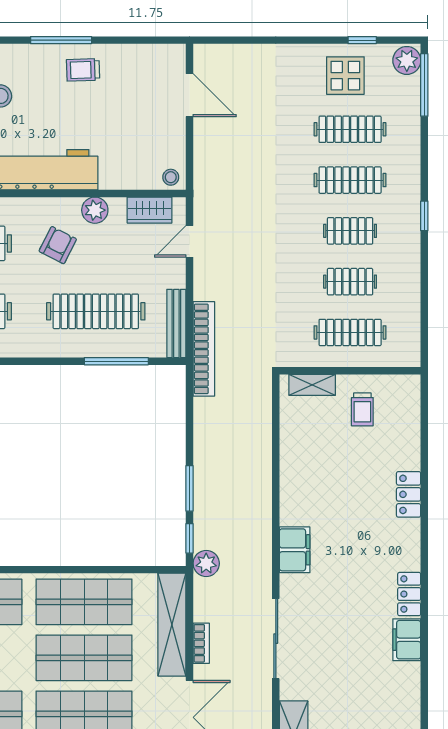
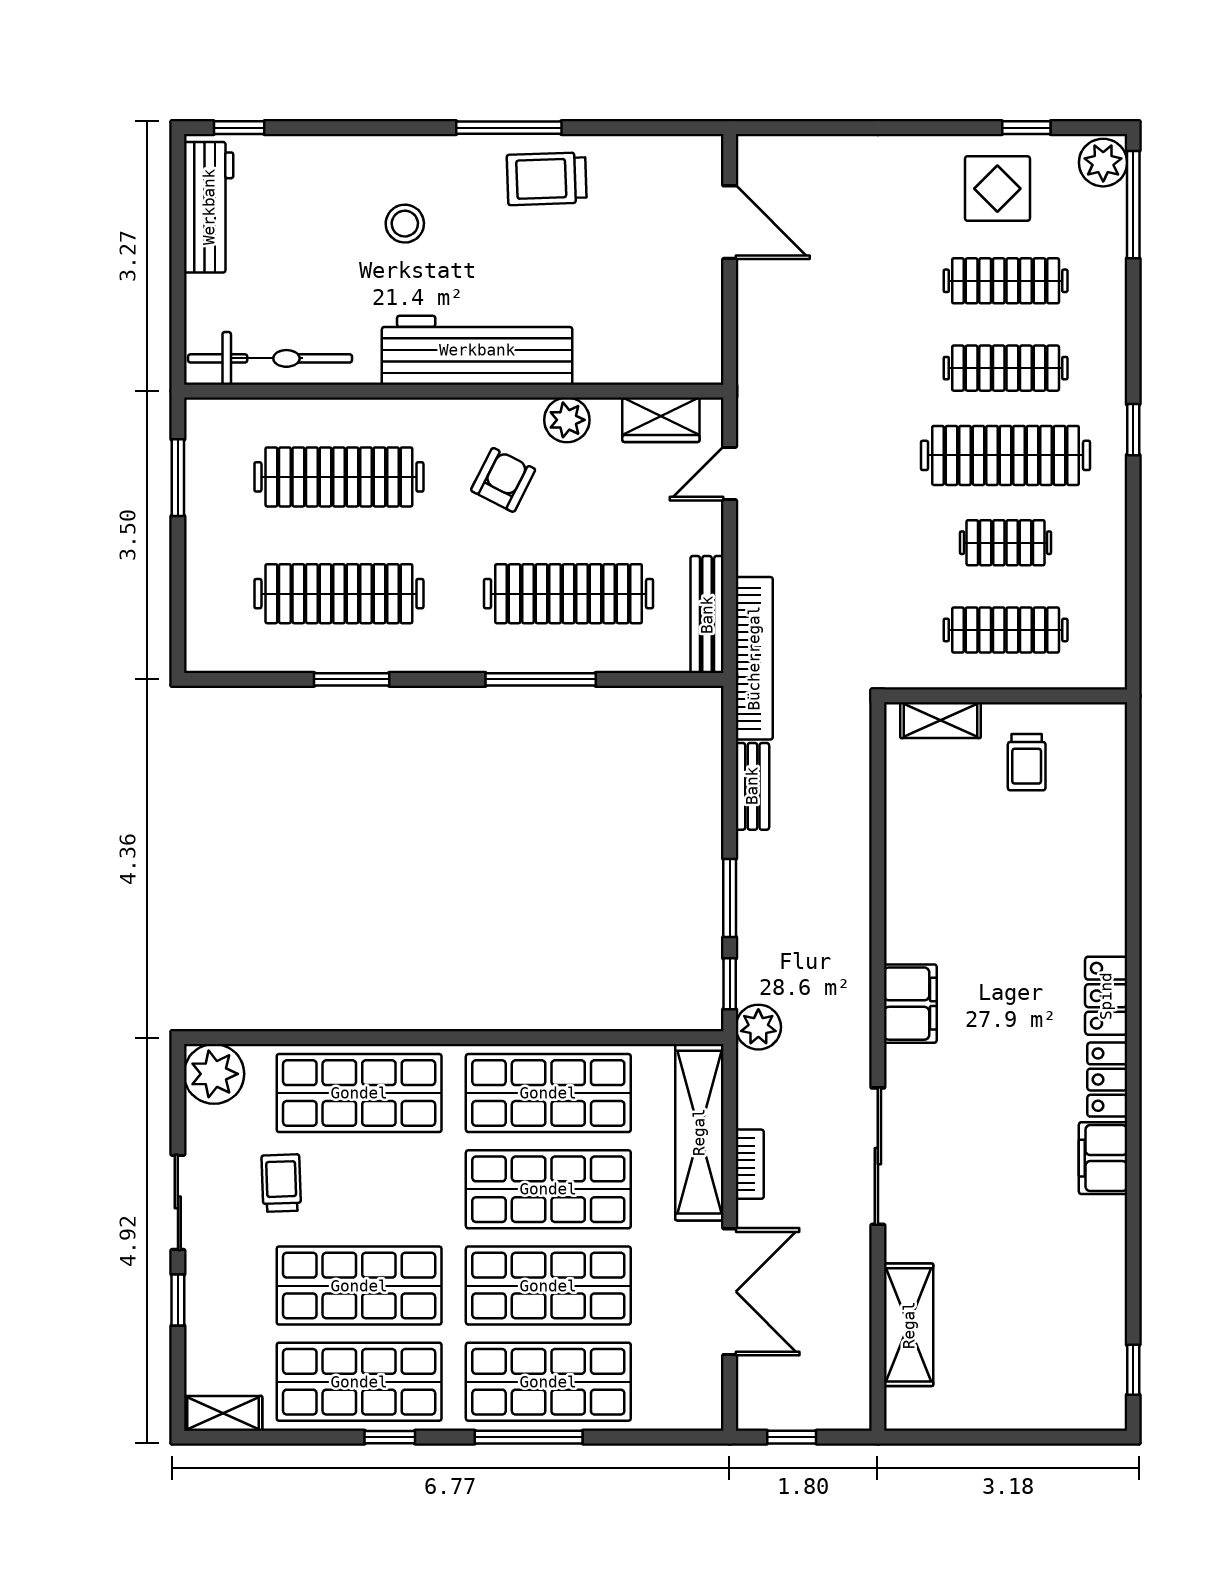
trolley: (83, 70) -> (547, 179), width x1.36, depth x1.39
stool: (171, 177) -> (697, 363), removed
clothes rail: (350, 231) -> (1006, 455), width x1.86, depth x1.31
window: (116, 361) -> (541, 679), moved
bench: (203, 423) -> (752, 786), added
locker: (409, 494) -> (1106, 996), moved

